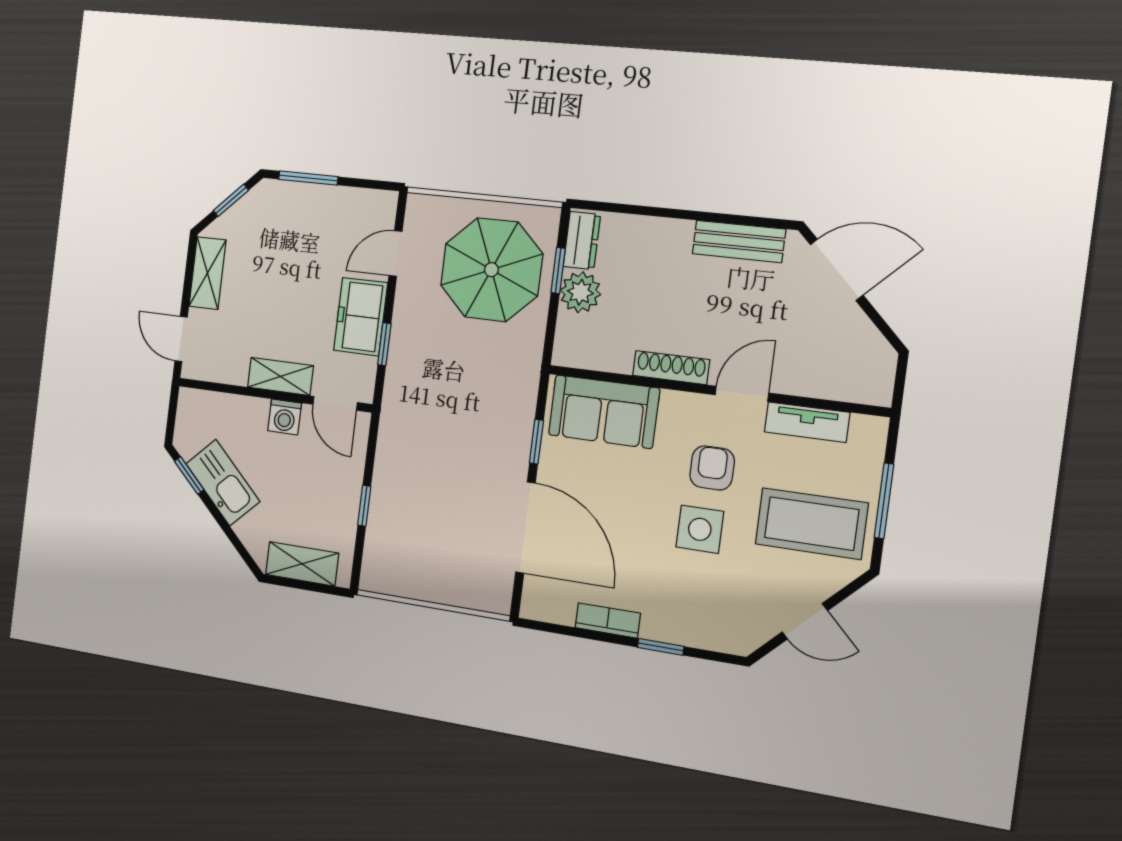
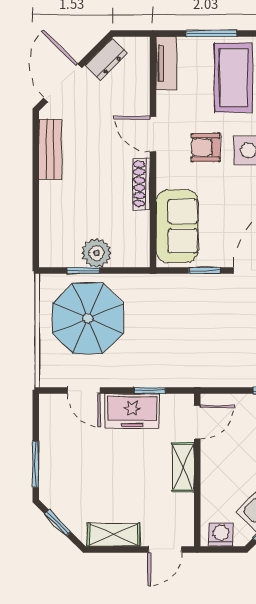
dresser: (582, 241) -> (106, 59), moved, turned 135
washing machine: (285, 417) -> (221, 534), moved, turned -90
tv unit: (807, 422) -> (166, 63), moved

